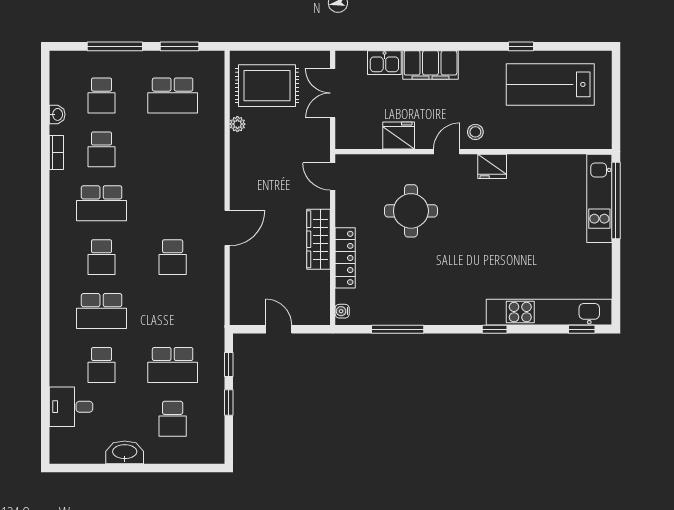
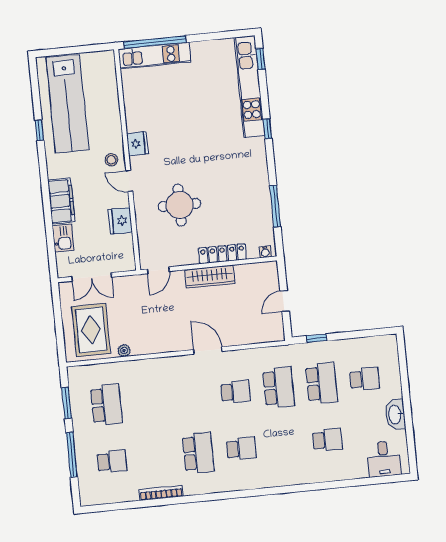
lab bench: (550, 84) -> (67, 104), width x1.36
washbasin: (57, 114) -> (131, 495), removed
school desk: (102, 149) -> (155, 457), removed
bookcase: (56, 153) -> (161, 493), width x1.56
school desk: (102, 311) -> (279, 387), moved
window: (229, 403) -> (347, 335), removed
desk: (71, 407) -> (384, 459), moved

